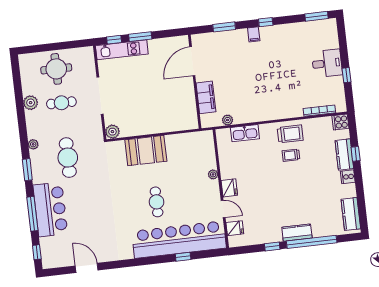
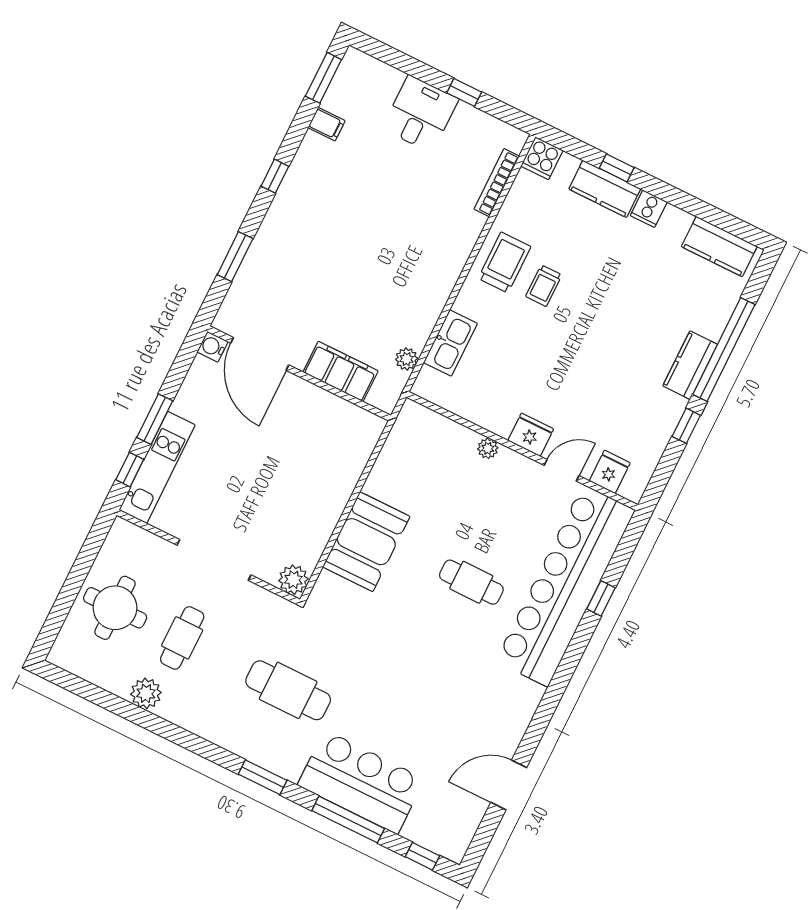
filing cabinet: (254, 34) -> (327, 124), moved
water cooler: (183, 41) -> (213, 347), added
plant: (33, 144) -> (224, 737), removed

